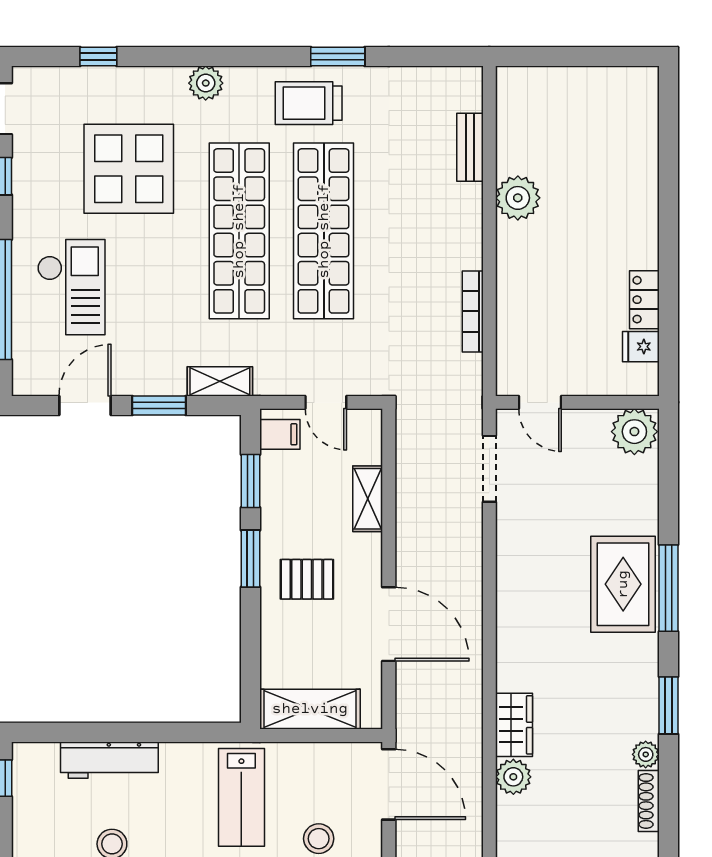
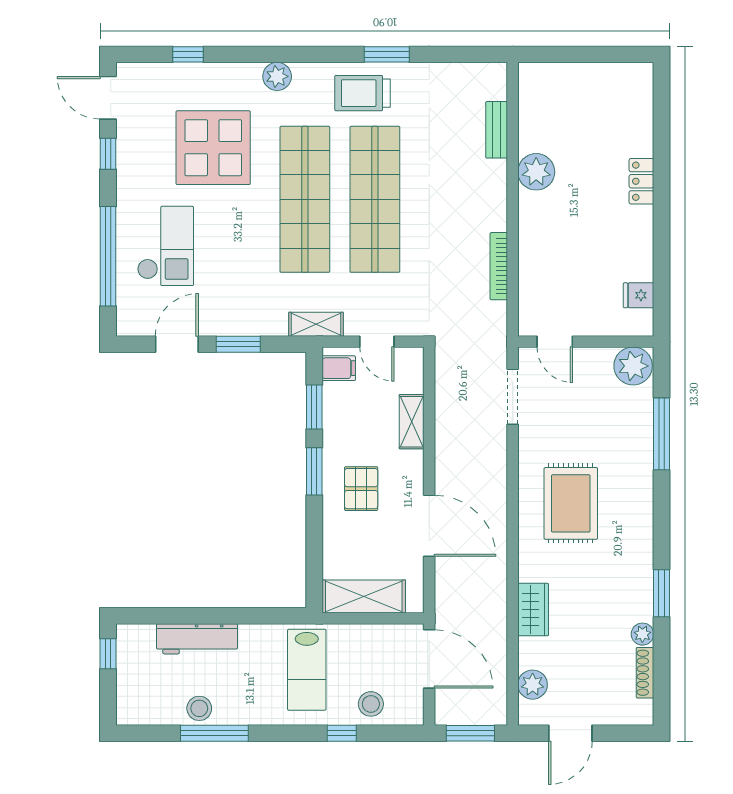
locker: (644, 300) -> (641, 181), moved
shelving: (220, 381) -> (316, 324), moved
pallet: (307, 579) -> (361, 489), turned 90
rug: (623, 584) -> (571, 503), moved
window: (669, 588) -> (661, 434), moved
plant: (513, 777) -> (533, 685), moved

